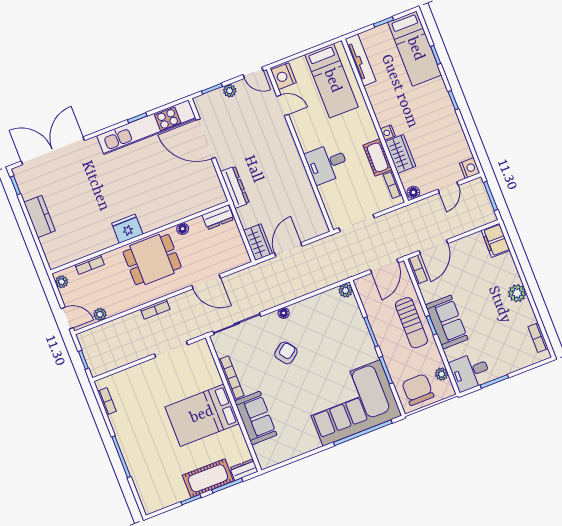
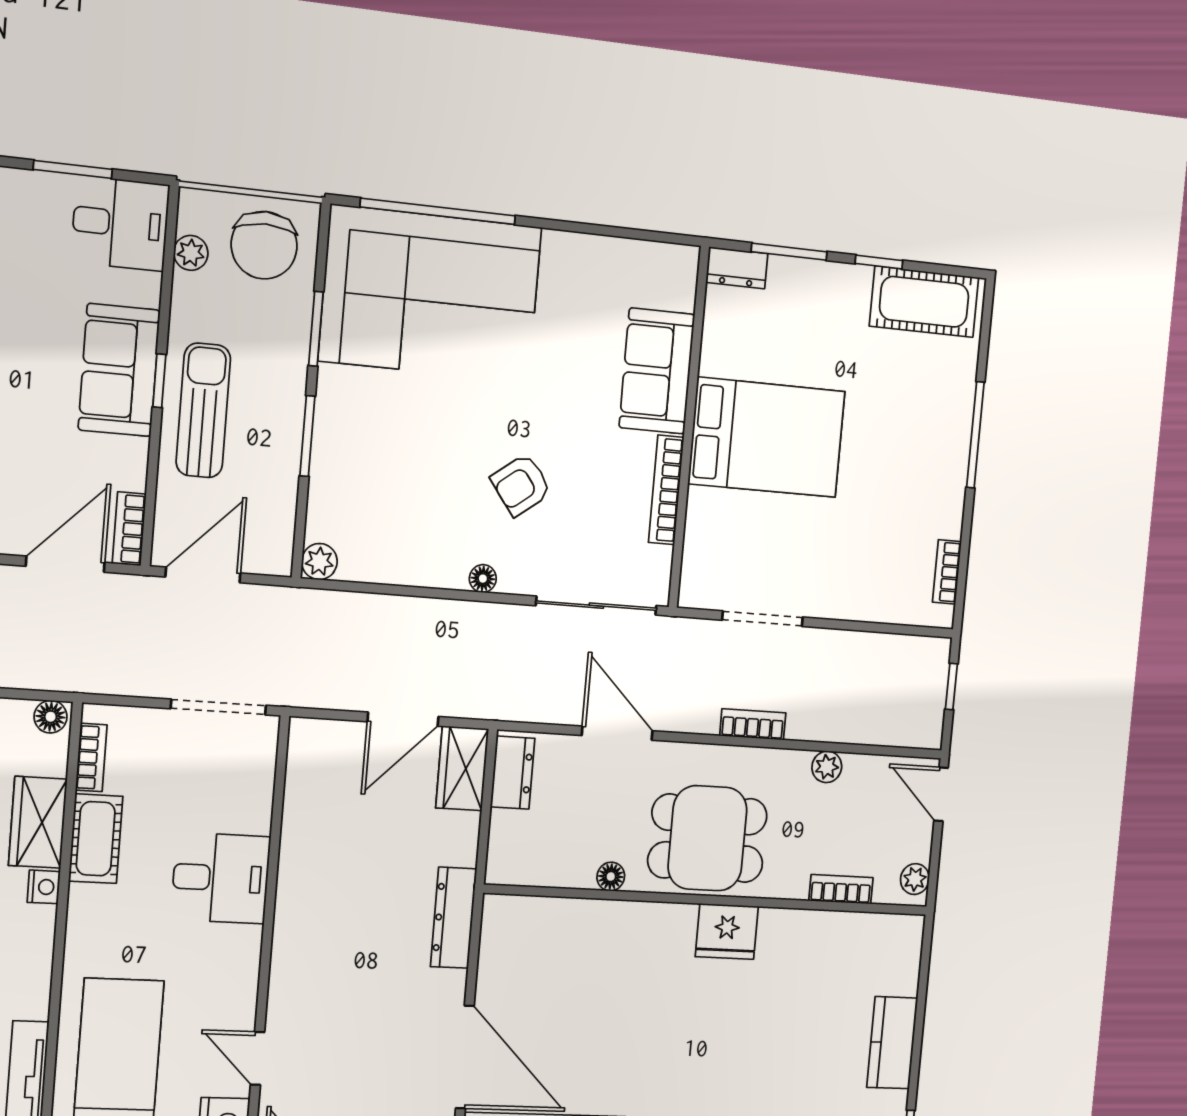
dresser: (218, 217) -> (513, 773), moved, turned 90
plant: (100, 314) -> (827, 767), moved
cot: (208, 478) -> (924, 302), moved

